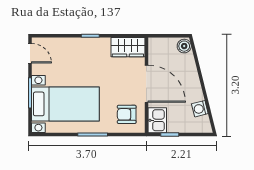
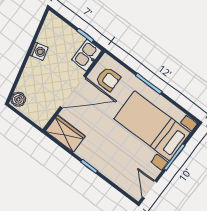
door: (146, 84) -> (73, 92), swing flipped
washing machine: (200, 109) -> (39, 51), moved

